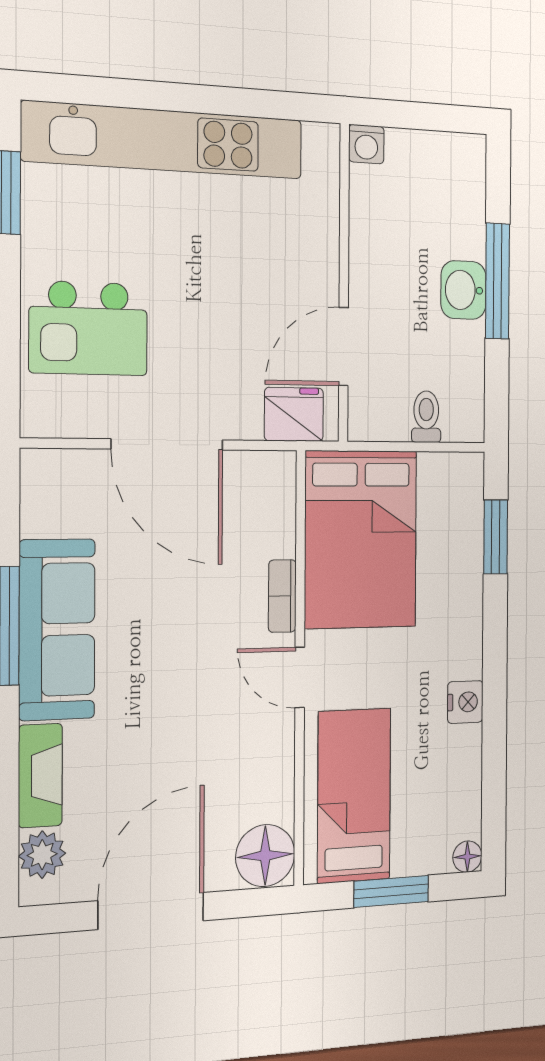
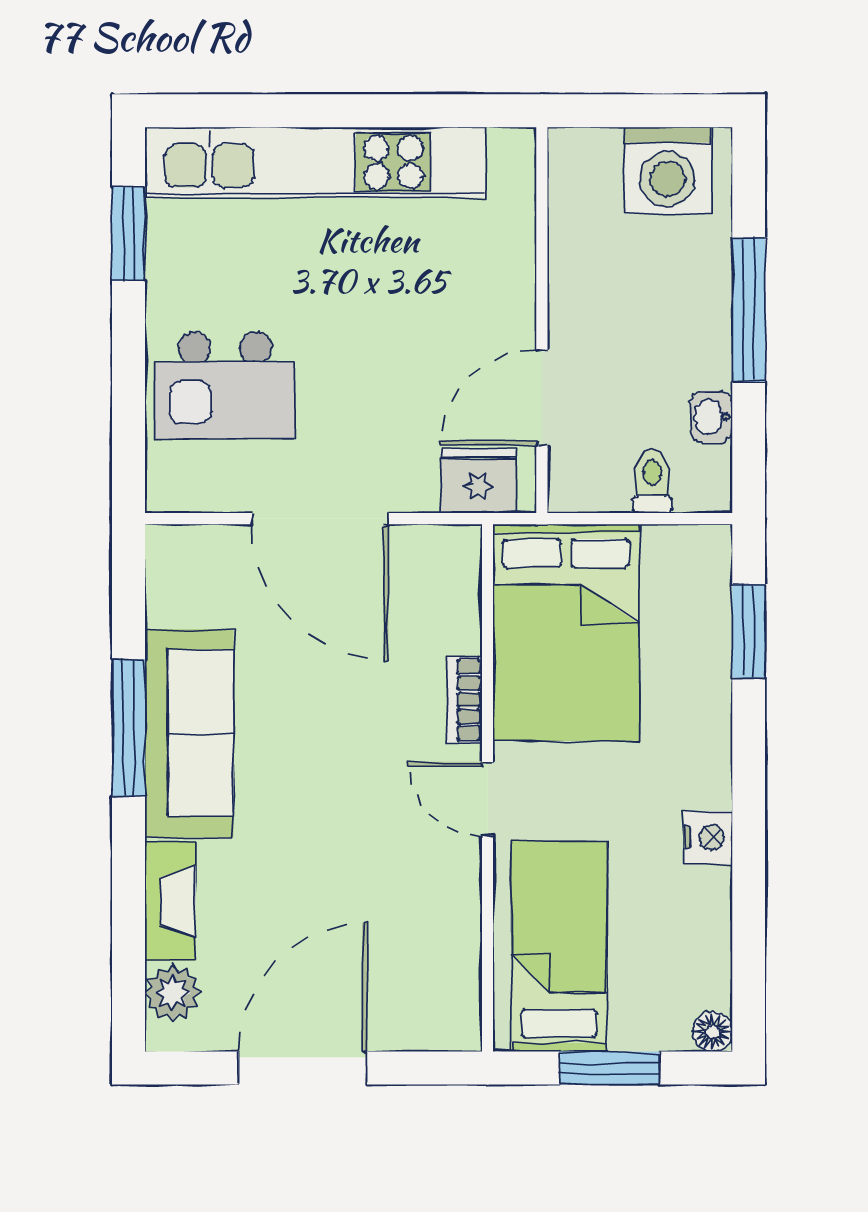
washing machine: (366, 144) -> (668, 170), moved, width x1.89, depth x1.89
washbasin: (463, 290) -> (711, 417), moved, width x0.72, depth x0.69
floor lamp: (265, 856) -> (445, 1012), removed

